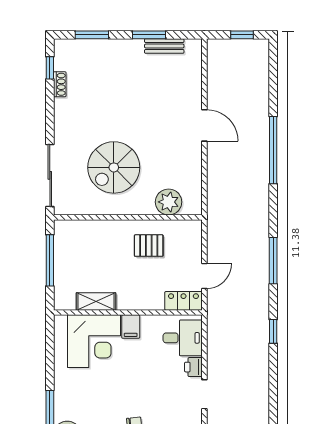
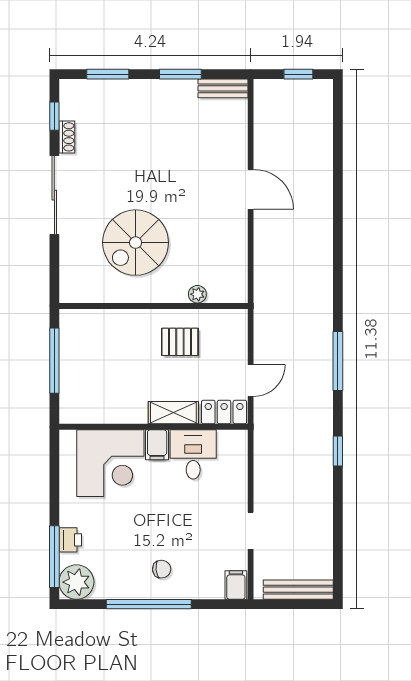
bench: (164, 46) -> (223, 88), moved
window: (273, 150) -> (338, 221), removed
sliding door: (50, 175) -> (54, 195), moved
plant: (169, 202) -> (197, 294), width x0.53, depth x0.53
shelving: (96, 301) -> (173, 413), moved
desk: (183, 338) -> (193, 454), moved, turned -90
printer: (193, 367) -> (70, 540), moved, turned 180

